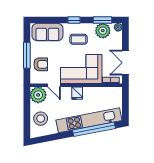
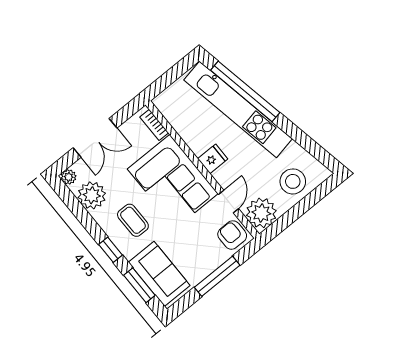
window: (103, 20) -> (139, 285), moved
double door: (125, 63) -> (95, 138), moved
armchair: (41, 64) -> (232, 235), moved

